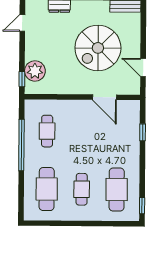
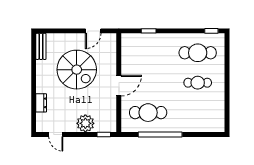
plant: (35, 71) -> (85, 123), moved
door: (104, 97) -> (119, 86), moved
cafe table: (47, 131) -> (148, 113), width x1.37, depth x1.35
cafe table: (47, 189) -> (198, 113), removed

